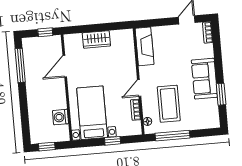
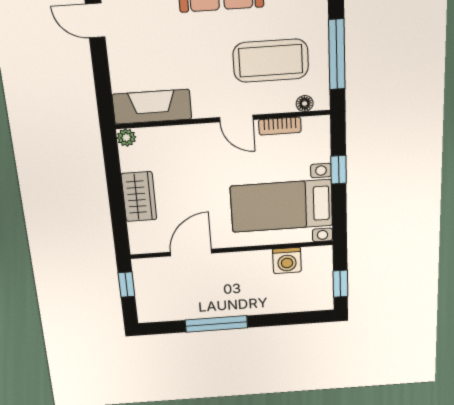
plant: (128, 34) -> (126, 138), added
window: (20, 65) -> (216, 324), moved
door: (65, 66) -> (191, 253), swing flipped

